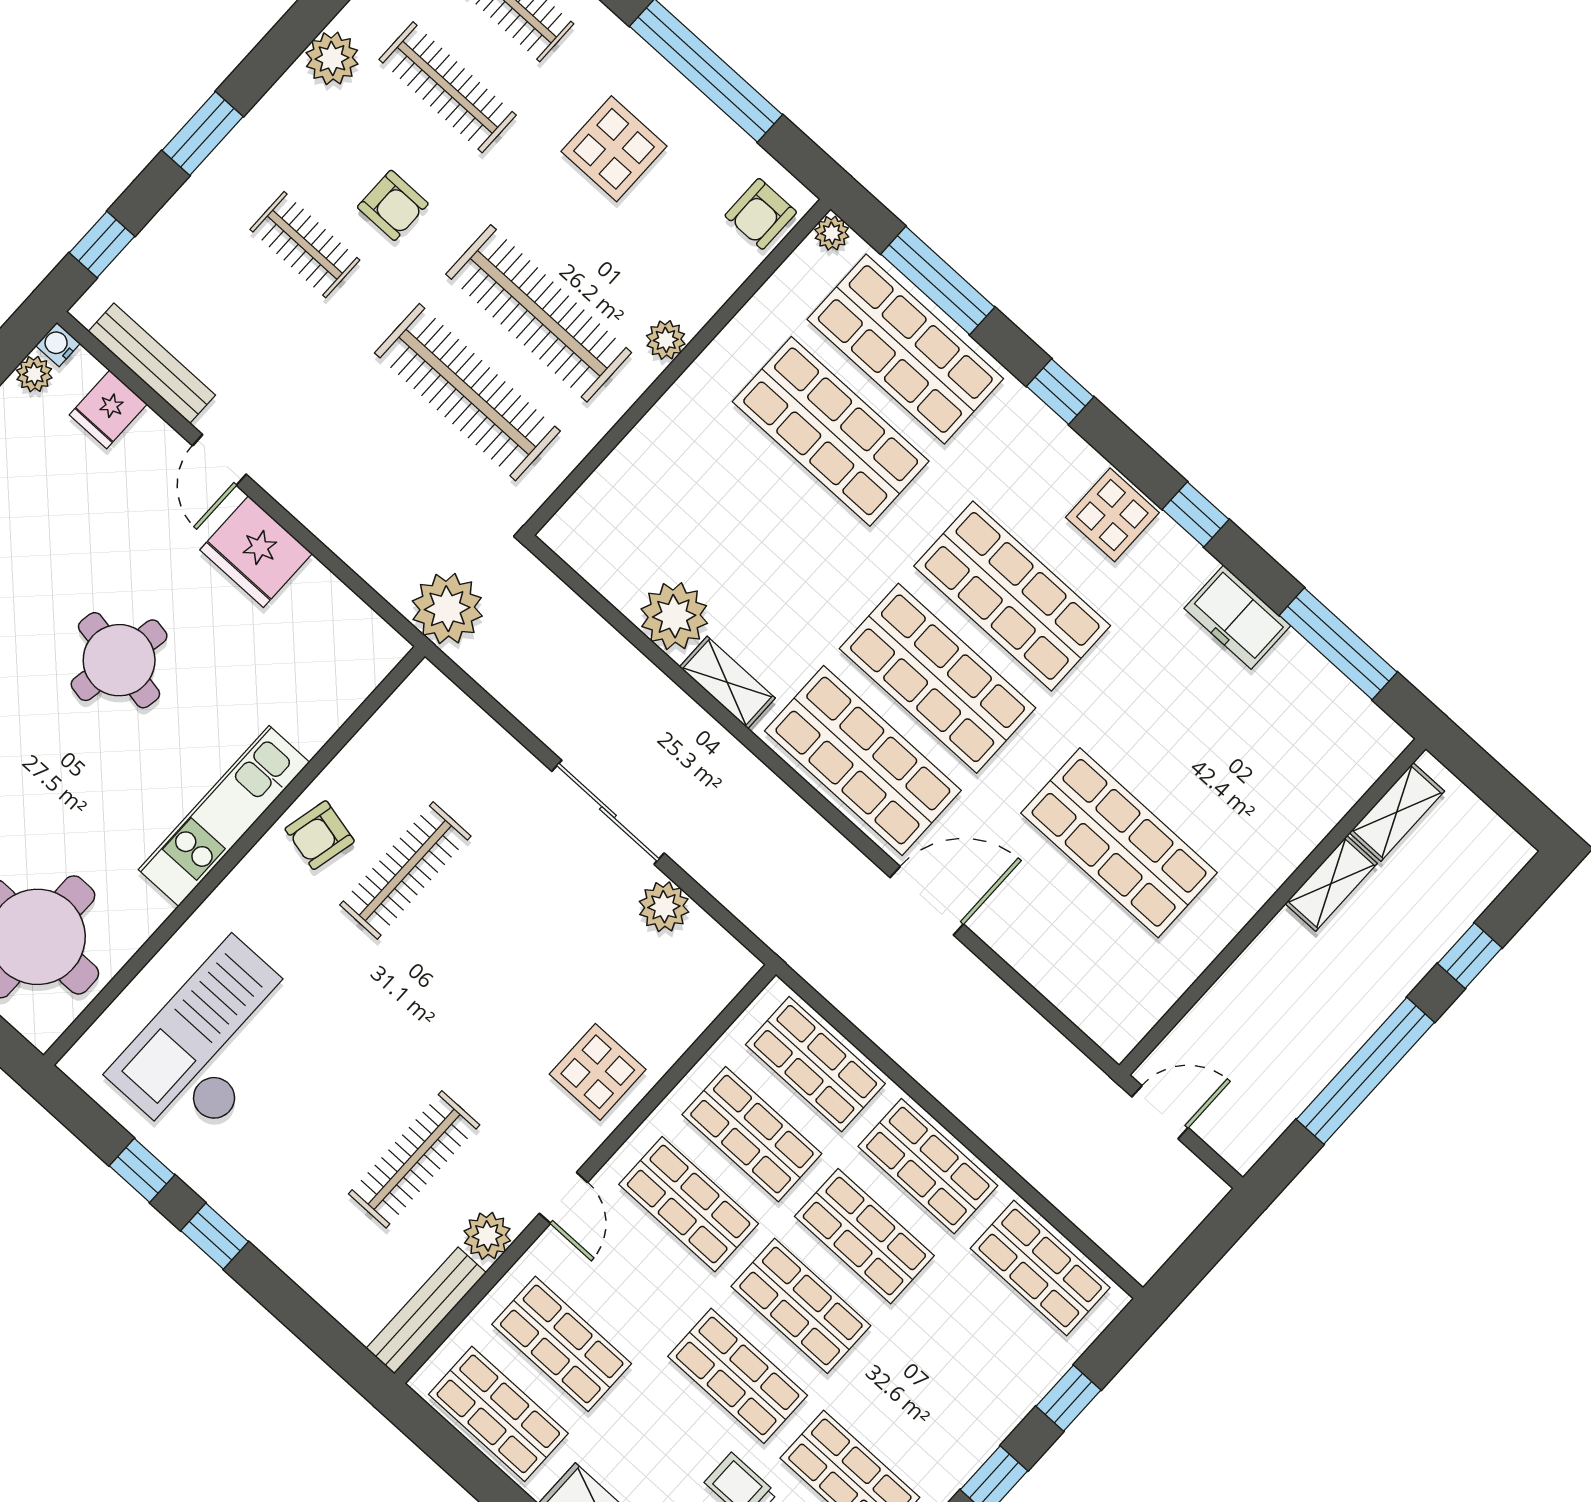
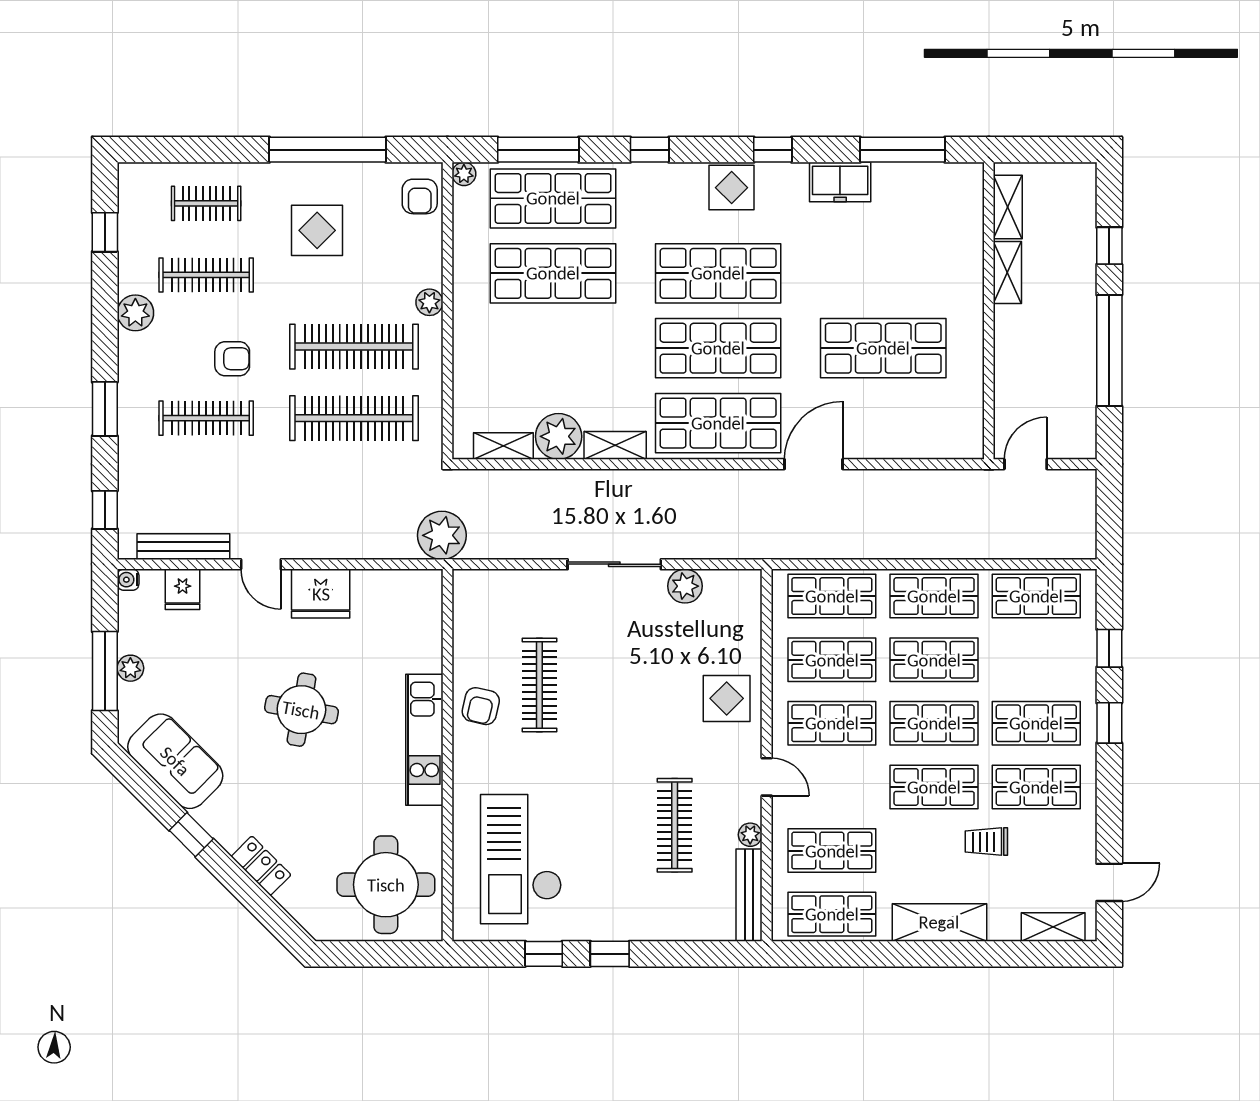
clothes rail: (305, 245) -> (206, 418), width x1.36
plant: (34, 374) -> (130, 605), removed
shelving: (604, 572) -> (503, 446), added
plant: (487, 1236) -> (750, 835), width x0.73, depth x0.73
shop shelf: (913, 1408) -> (1036, 723), added

